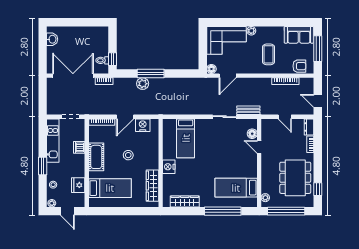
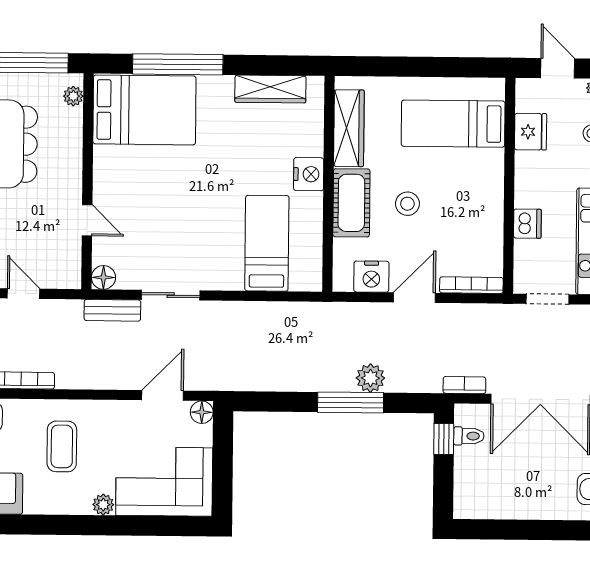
floor lamp: (252, 134) -> (103, 277), moved
cot: (96, 157) -> (351, 203), moved
bed: (236, 188) -> (144, 110), width x1.50

